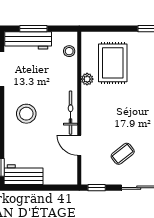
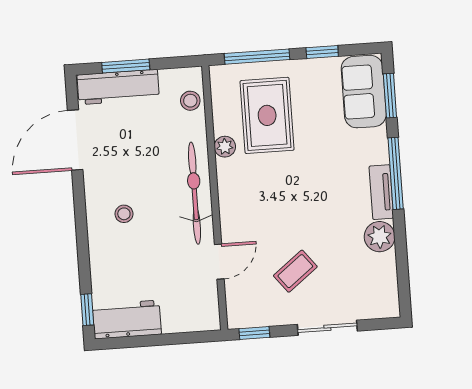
window: (109, 29) -> (257, 57), added
bicycle: (71, 113) -> (195, 193), width x1.37, depth x1.40
stool: (26, 114) -> (124, 214), width x0.53, depth x0.53
door: (79, 145) -> (219, 262), swing flipped

